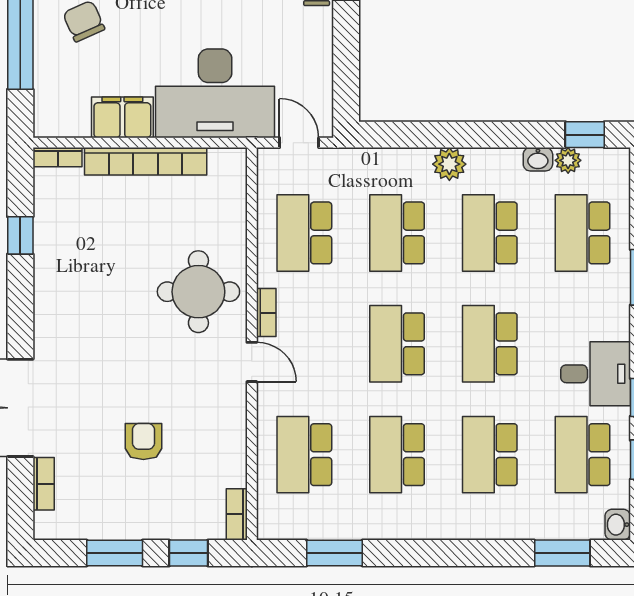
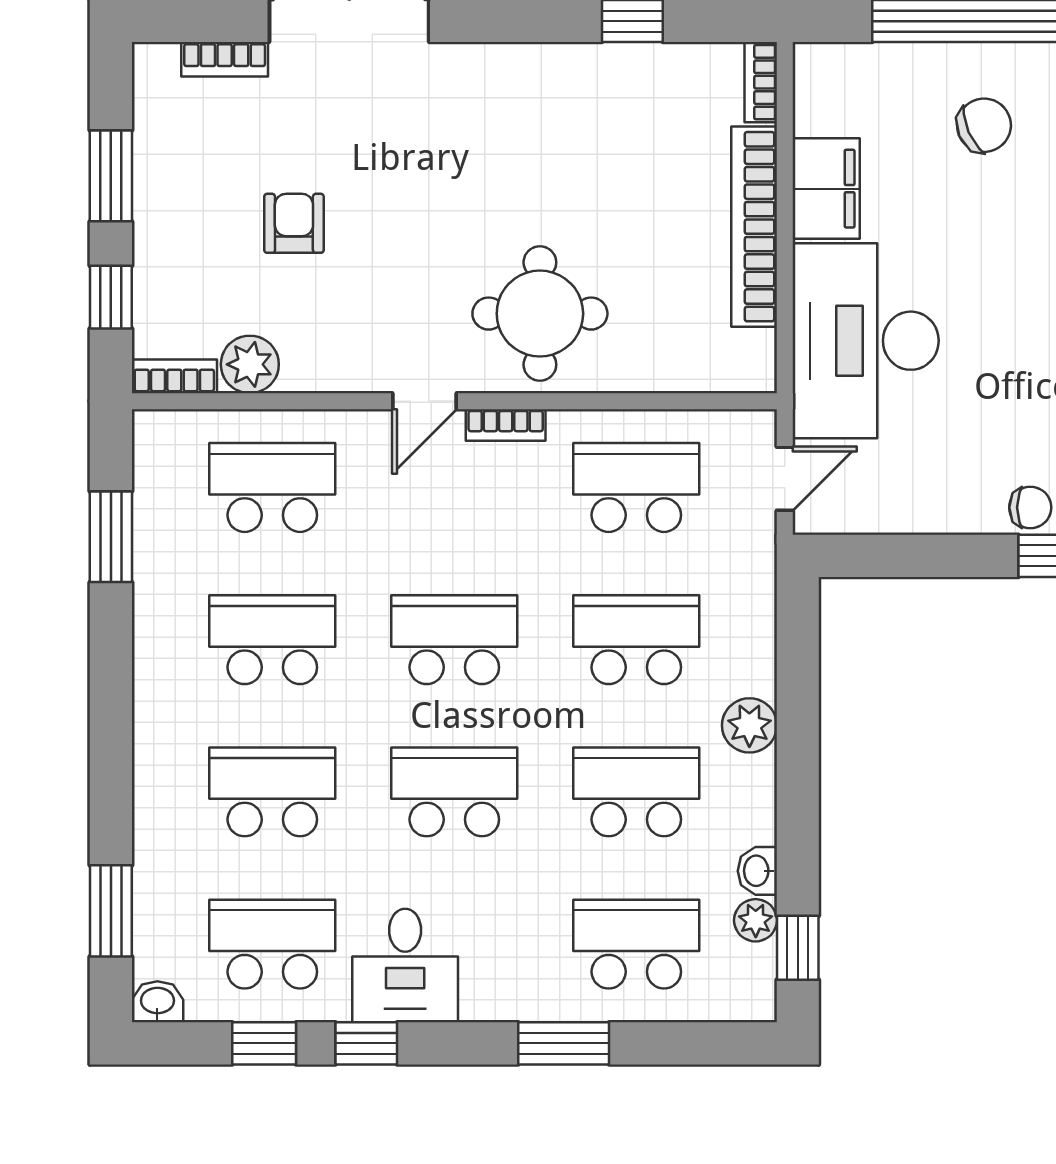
armchair: (143, 441) -> (294, 223), turned -90
plant: (229, 468) -> (250, 364), added

